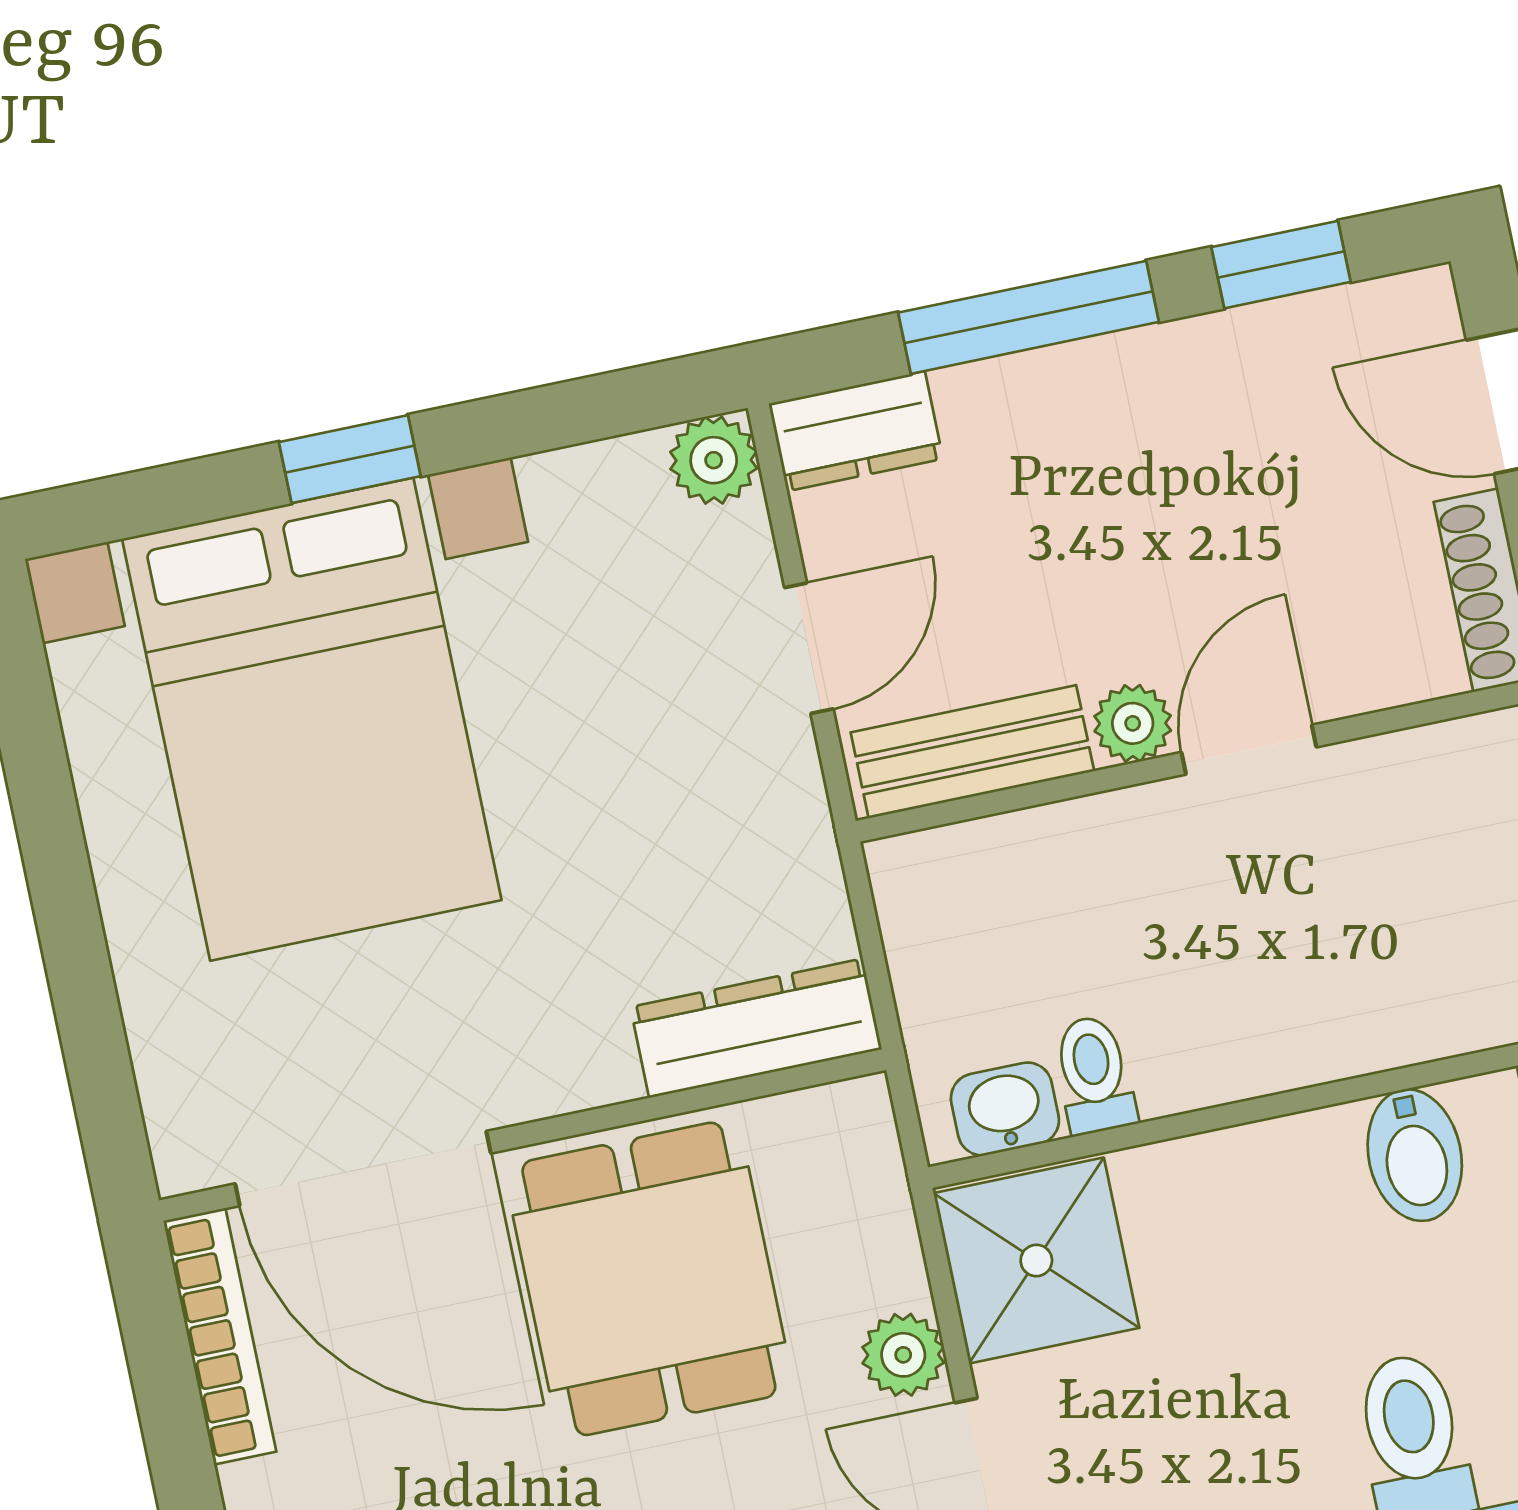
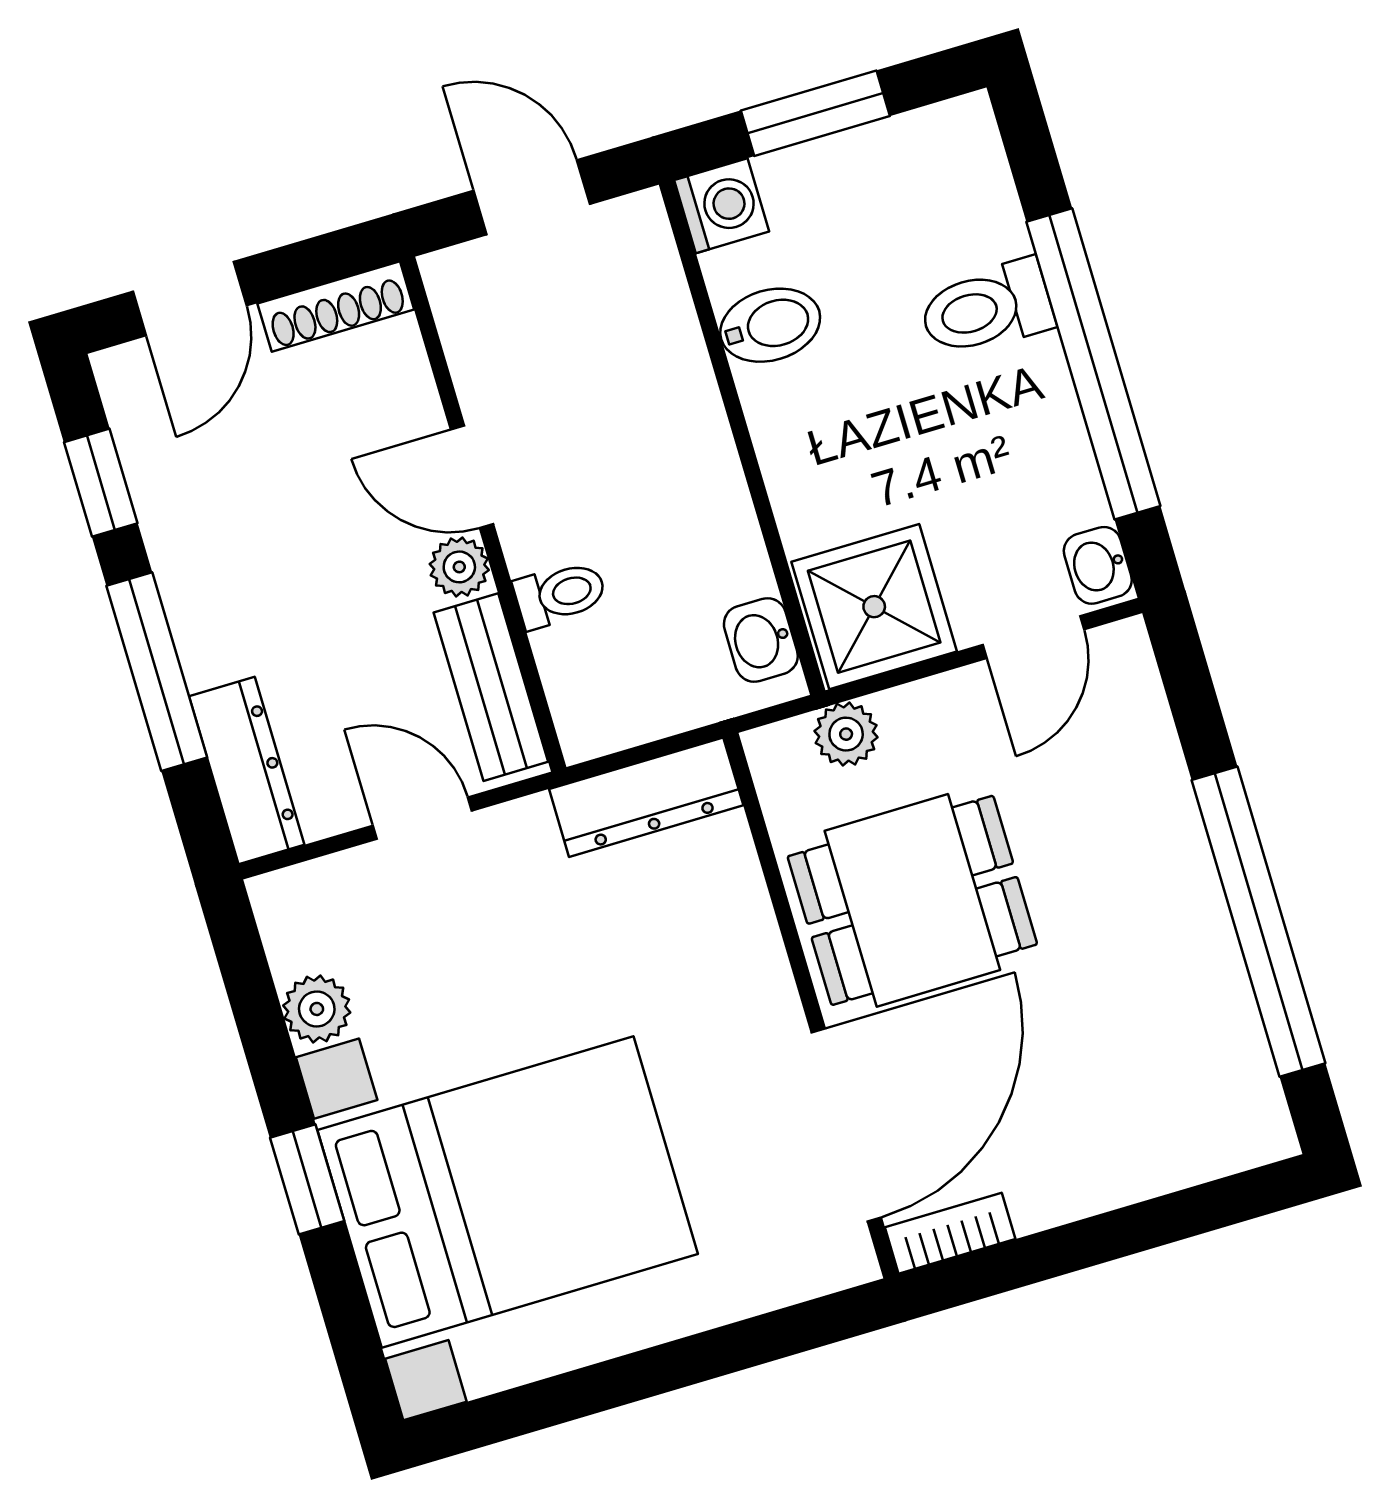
dresser: (856, 431) -> (247, 770), width x1.44
plant: (714, 460) -> (317, 1009), moved
dresser: (756, 1028) -> (646, 797), moved, turned -90
toilet: (1094, 1075) -> (560, 594), moved, turned 180
bookcase: (220, 1336) -> (950, 1233), width x0.64
plant: (903, 1355) -> (846, 734), moved

